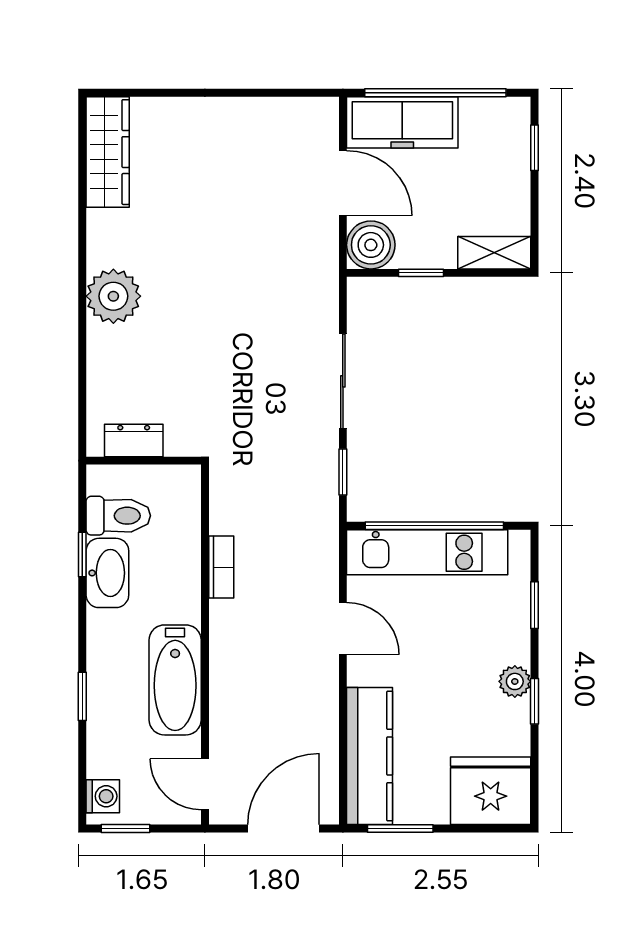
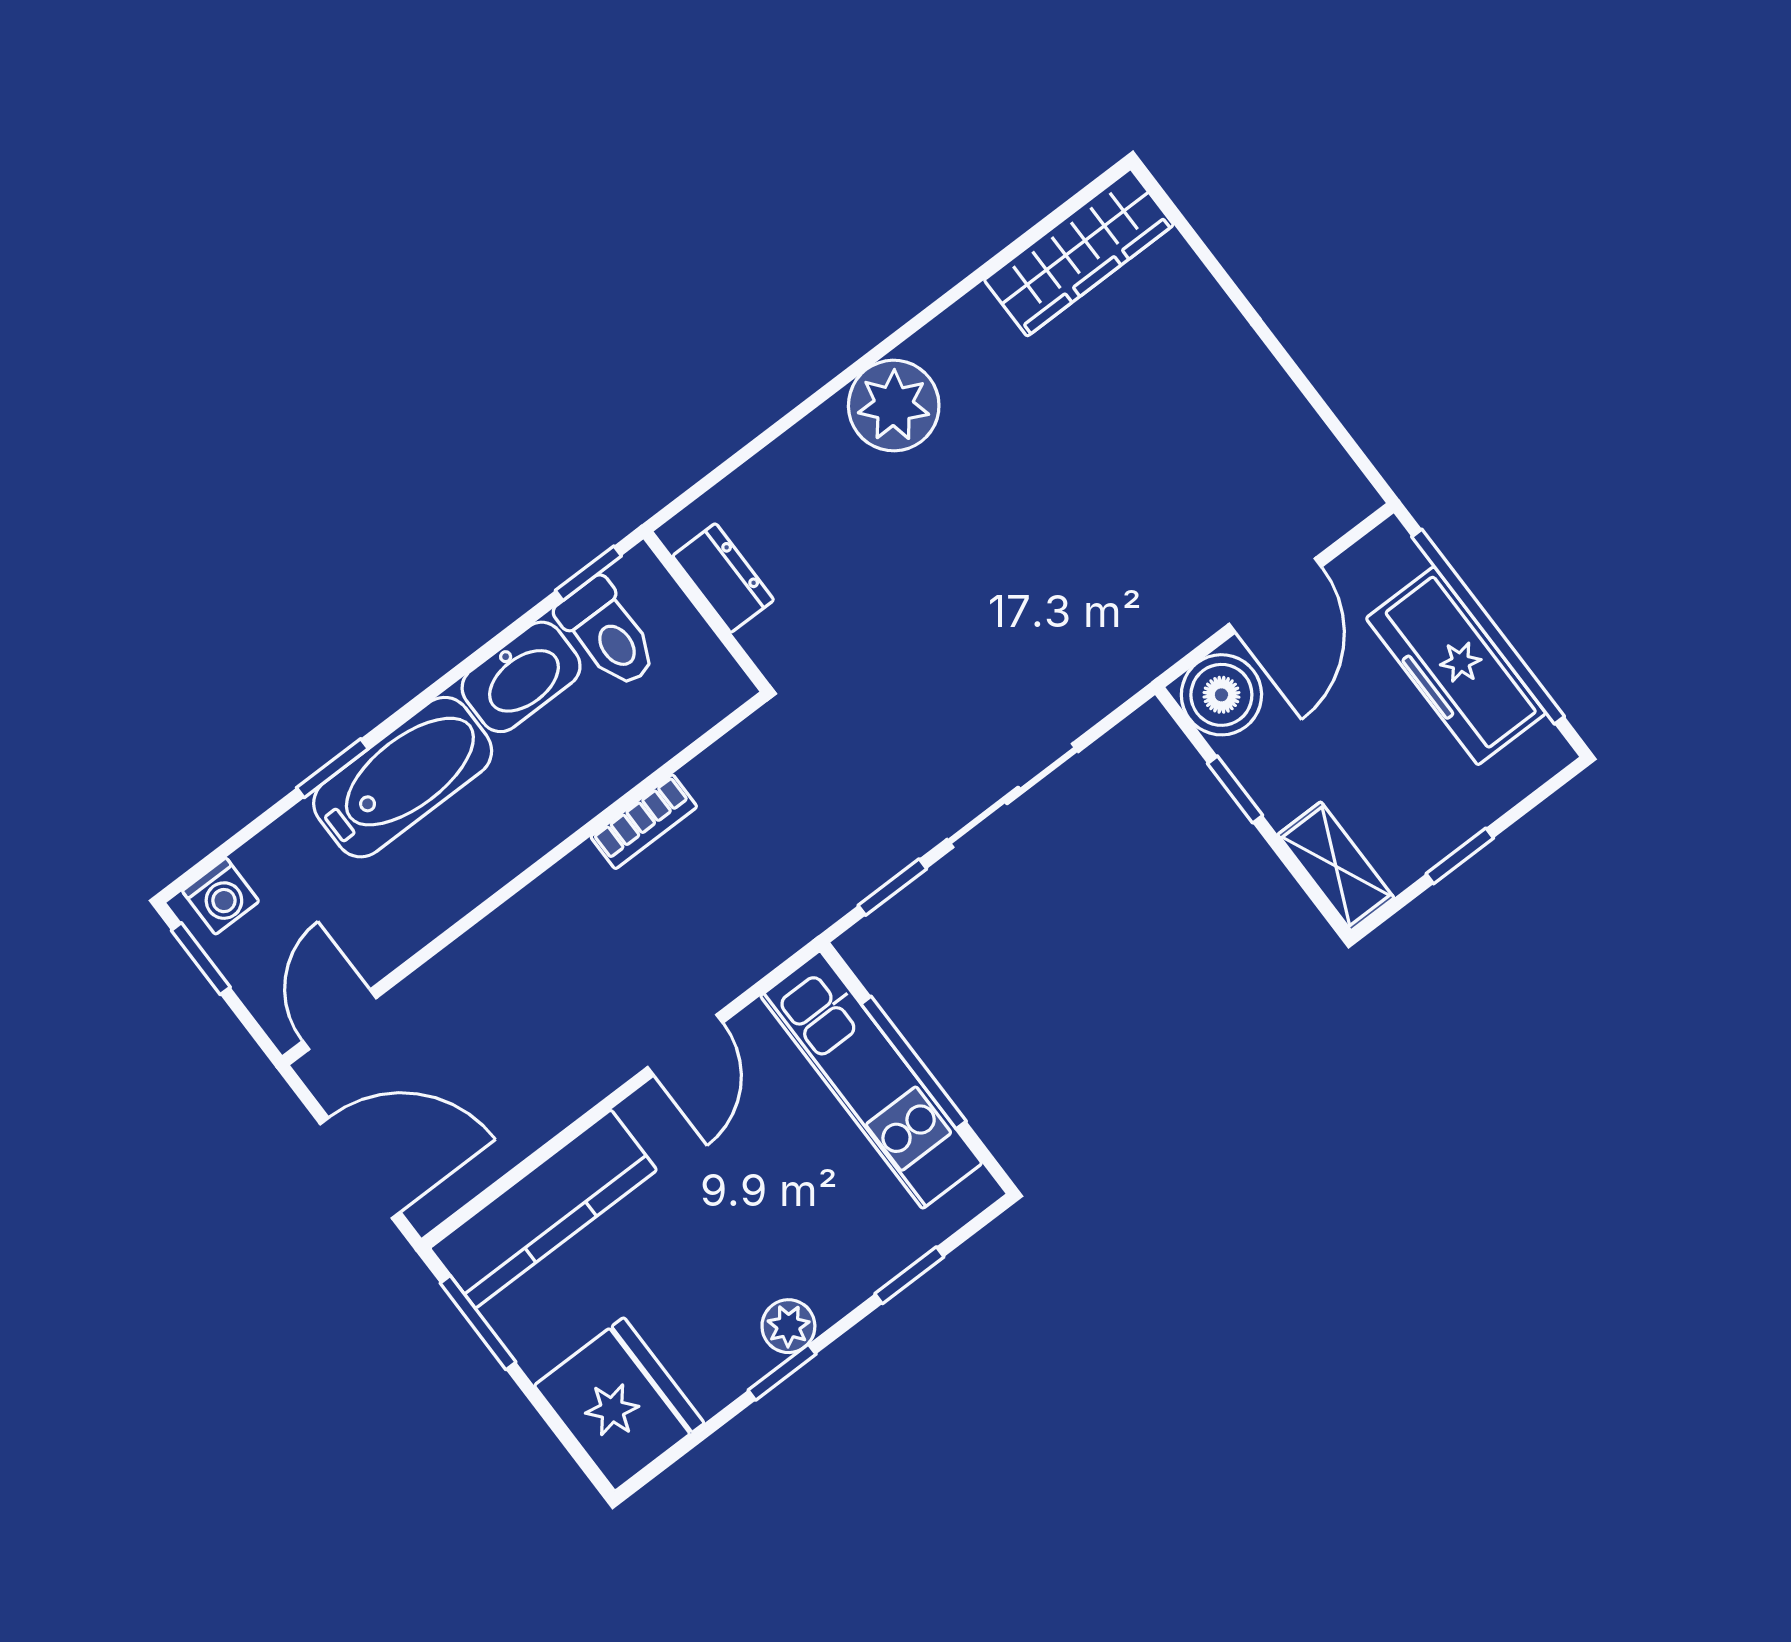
freezer: (402, 122) -> (1456, 666), moved
window: (534, 148) -> (1460, 856), moved
window: (434, 526) -> (914, 1063), width x0.68
window: (82, 555) -> (588, 573), moved
bathtub: (175, 680) -> (403, 777), moved, turned 180

